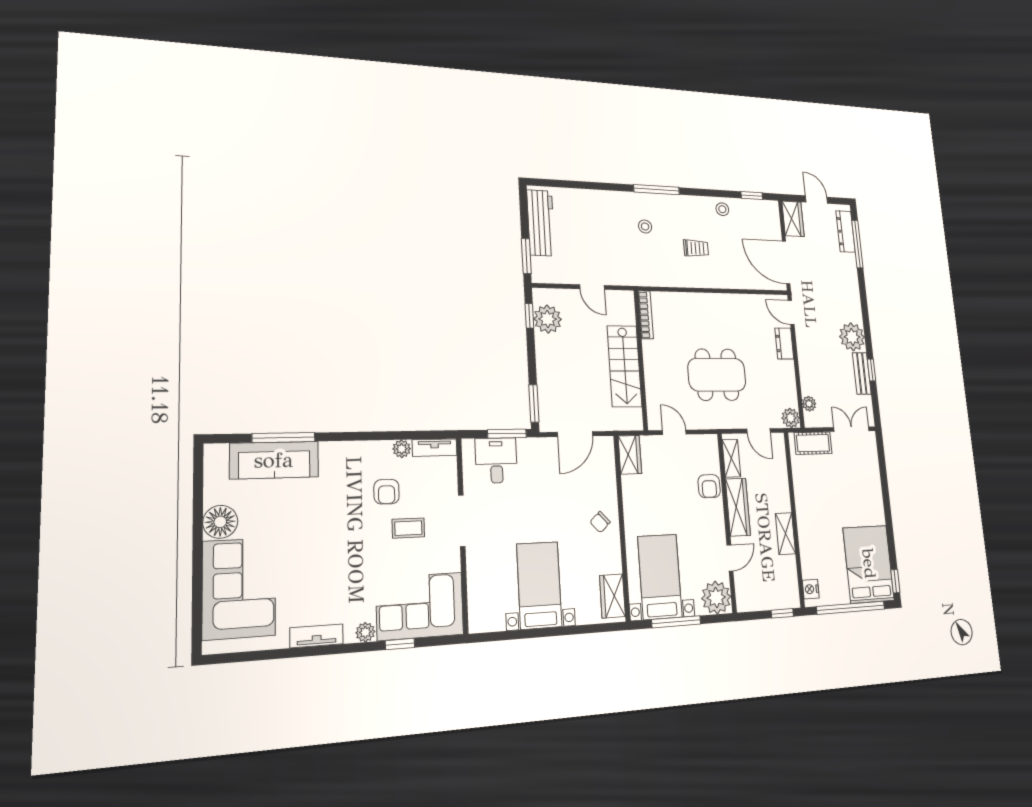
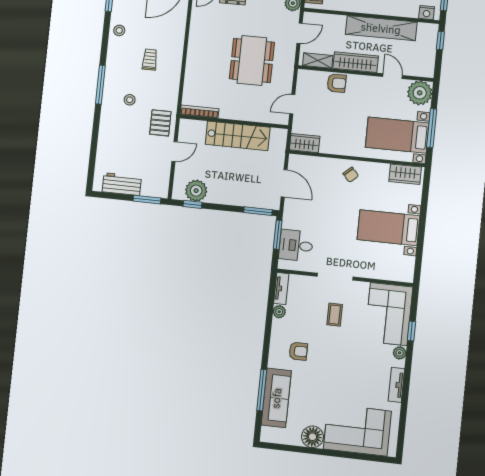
workbench: (541, 223) -> (122, 184), width x0.73
pallet: (624, 267) -> (160, 123), added
armchair: (387, 492) -> (298, 351), moved
shelving: (785, 534) -> (381, 28), width x2.20, depth x1.33

